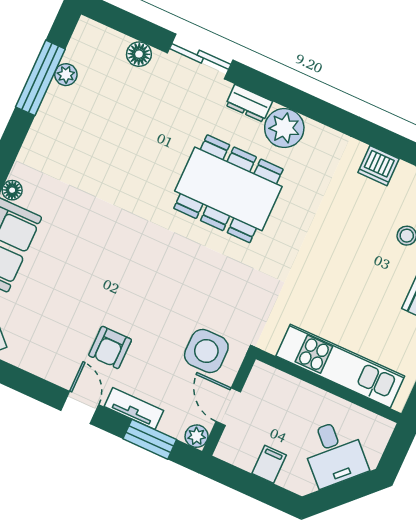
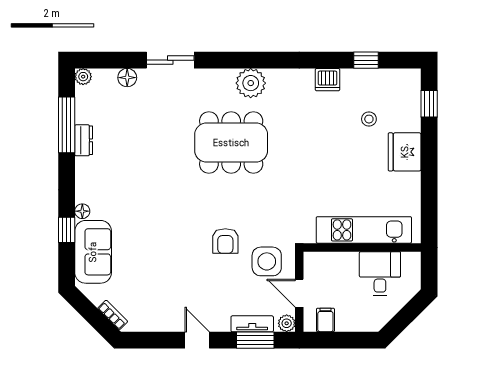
plant: (66, 75) -> (83, 77), moved
dresser: (249, 103) -> (84, 140), moved, turned -90
armchair: (110, 347) -> (225, 241), moved
tv unit: (134, 408) -> (252, 324), moved
desk: (334, 453) -> (380, 274), moved, turned -135
filing cabinet: (269, 464) -> (325, 320), moved

